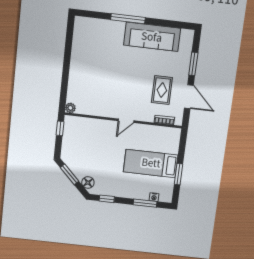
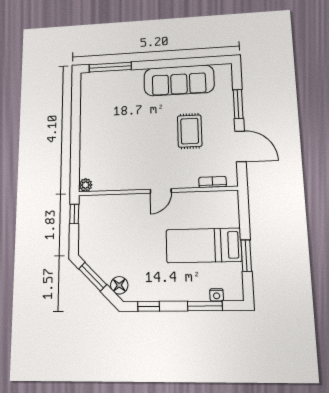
window: (128, 19) -> (110, 67), moved
rug: (162, 90) -> (190, 131), moved

